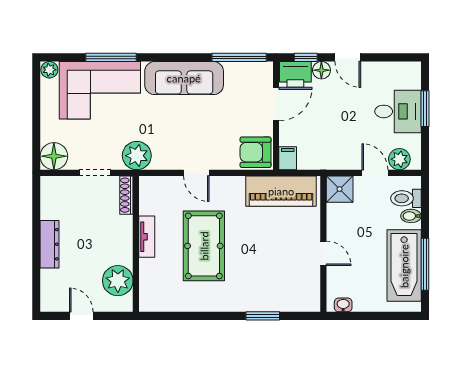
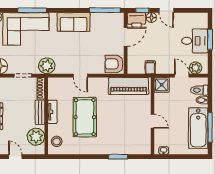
sofa: (184, 78) -> (74, 22), width x0.73
filing cabinet: (288, 158) -> (150, 67), moved
bench: (125, 238) -> (40, 112), added
stool: (154, 289) -> (57, 141), added

